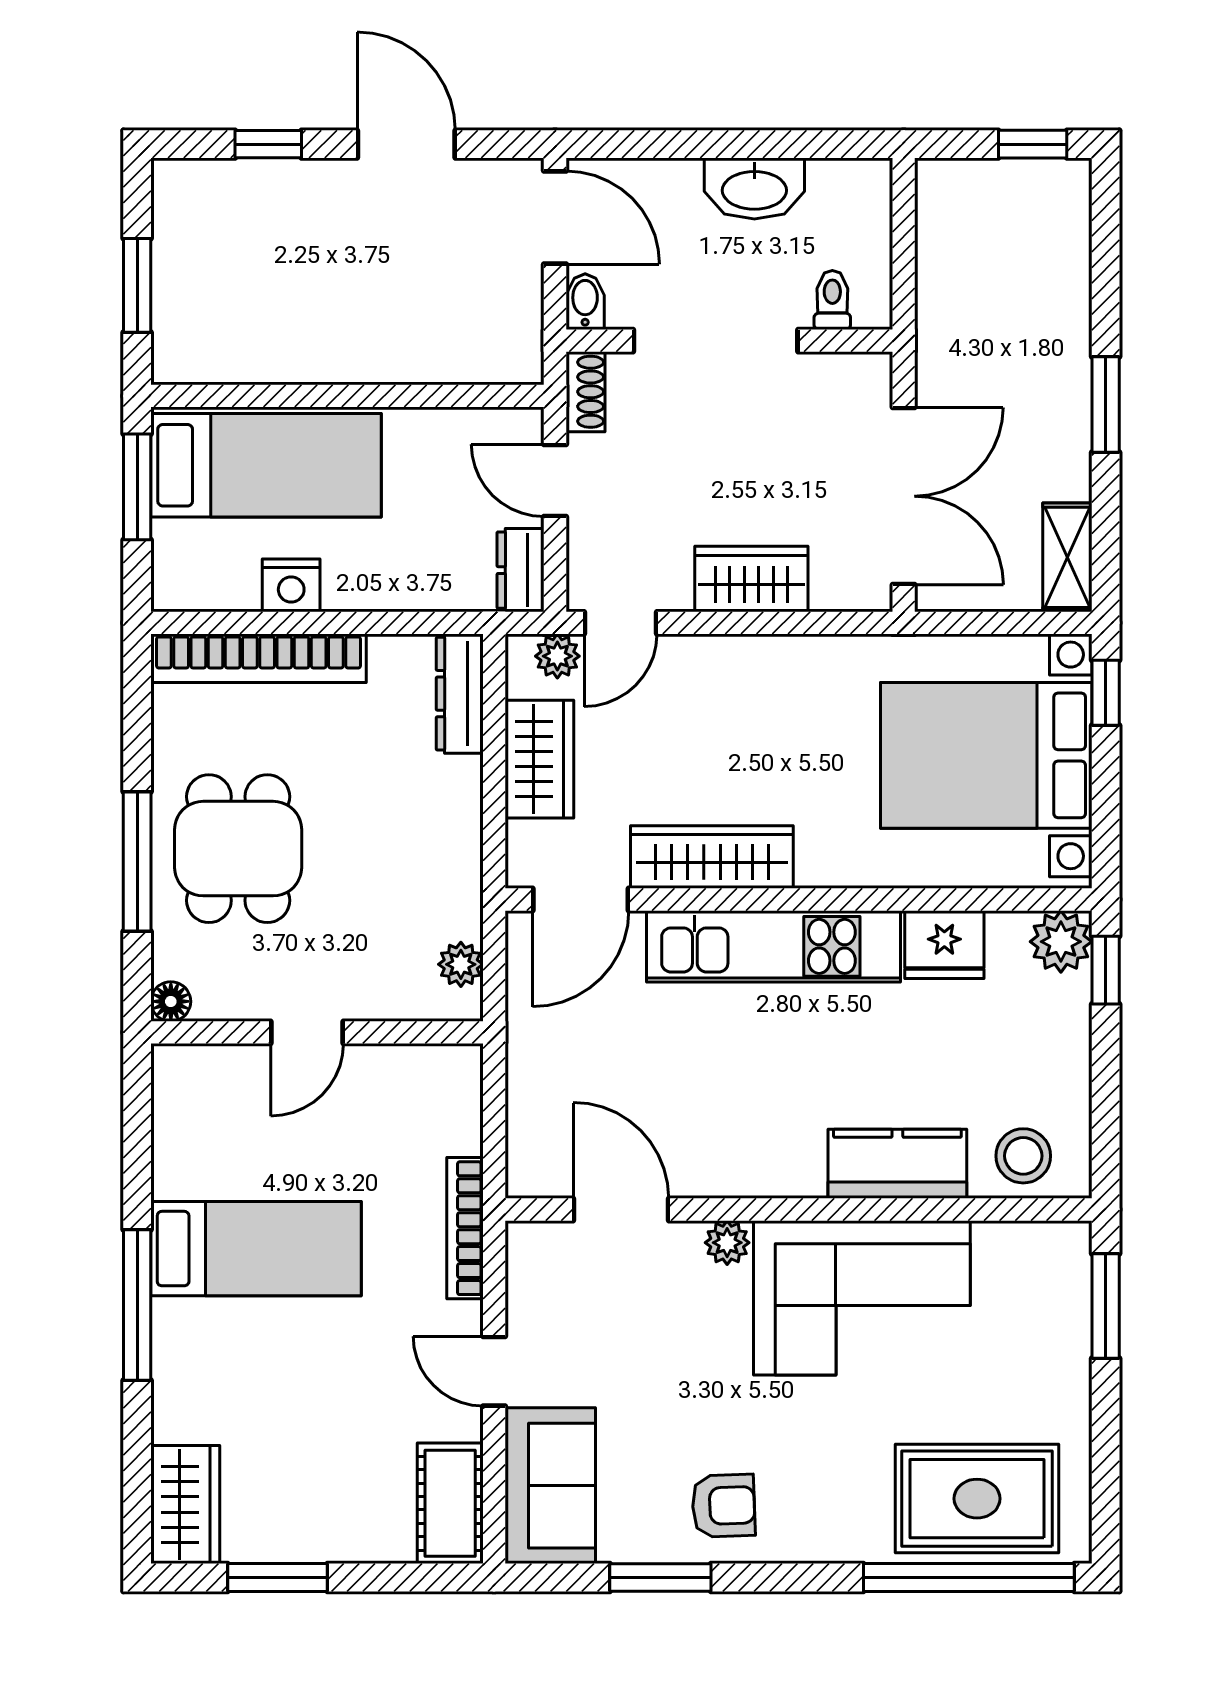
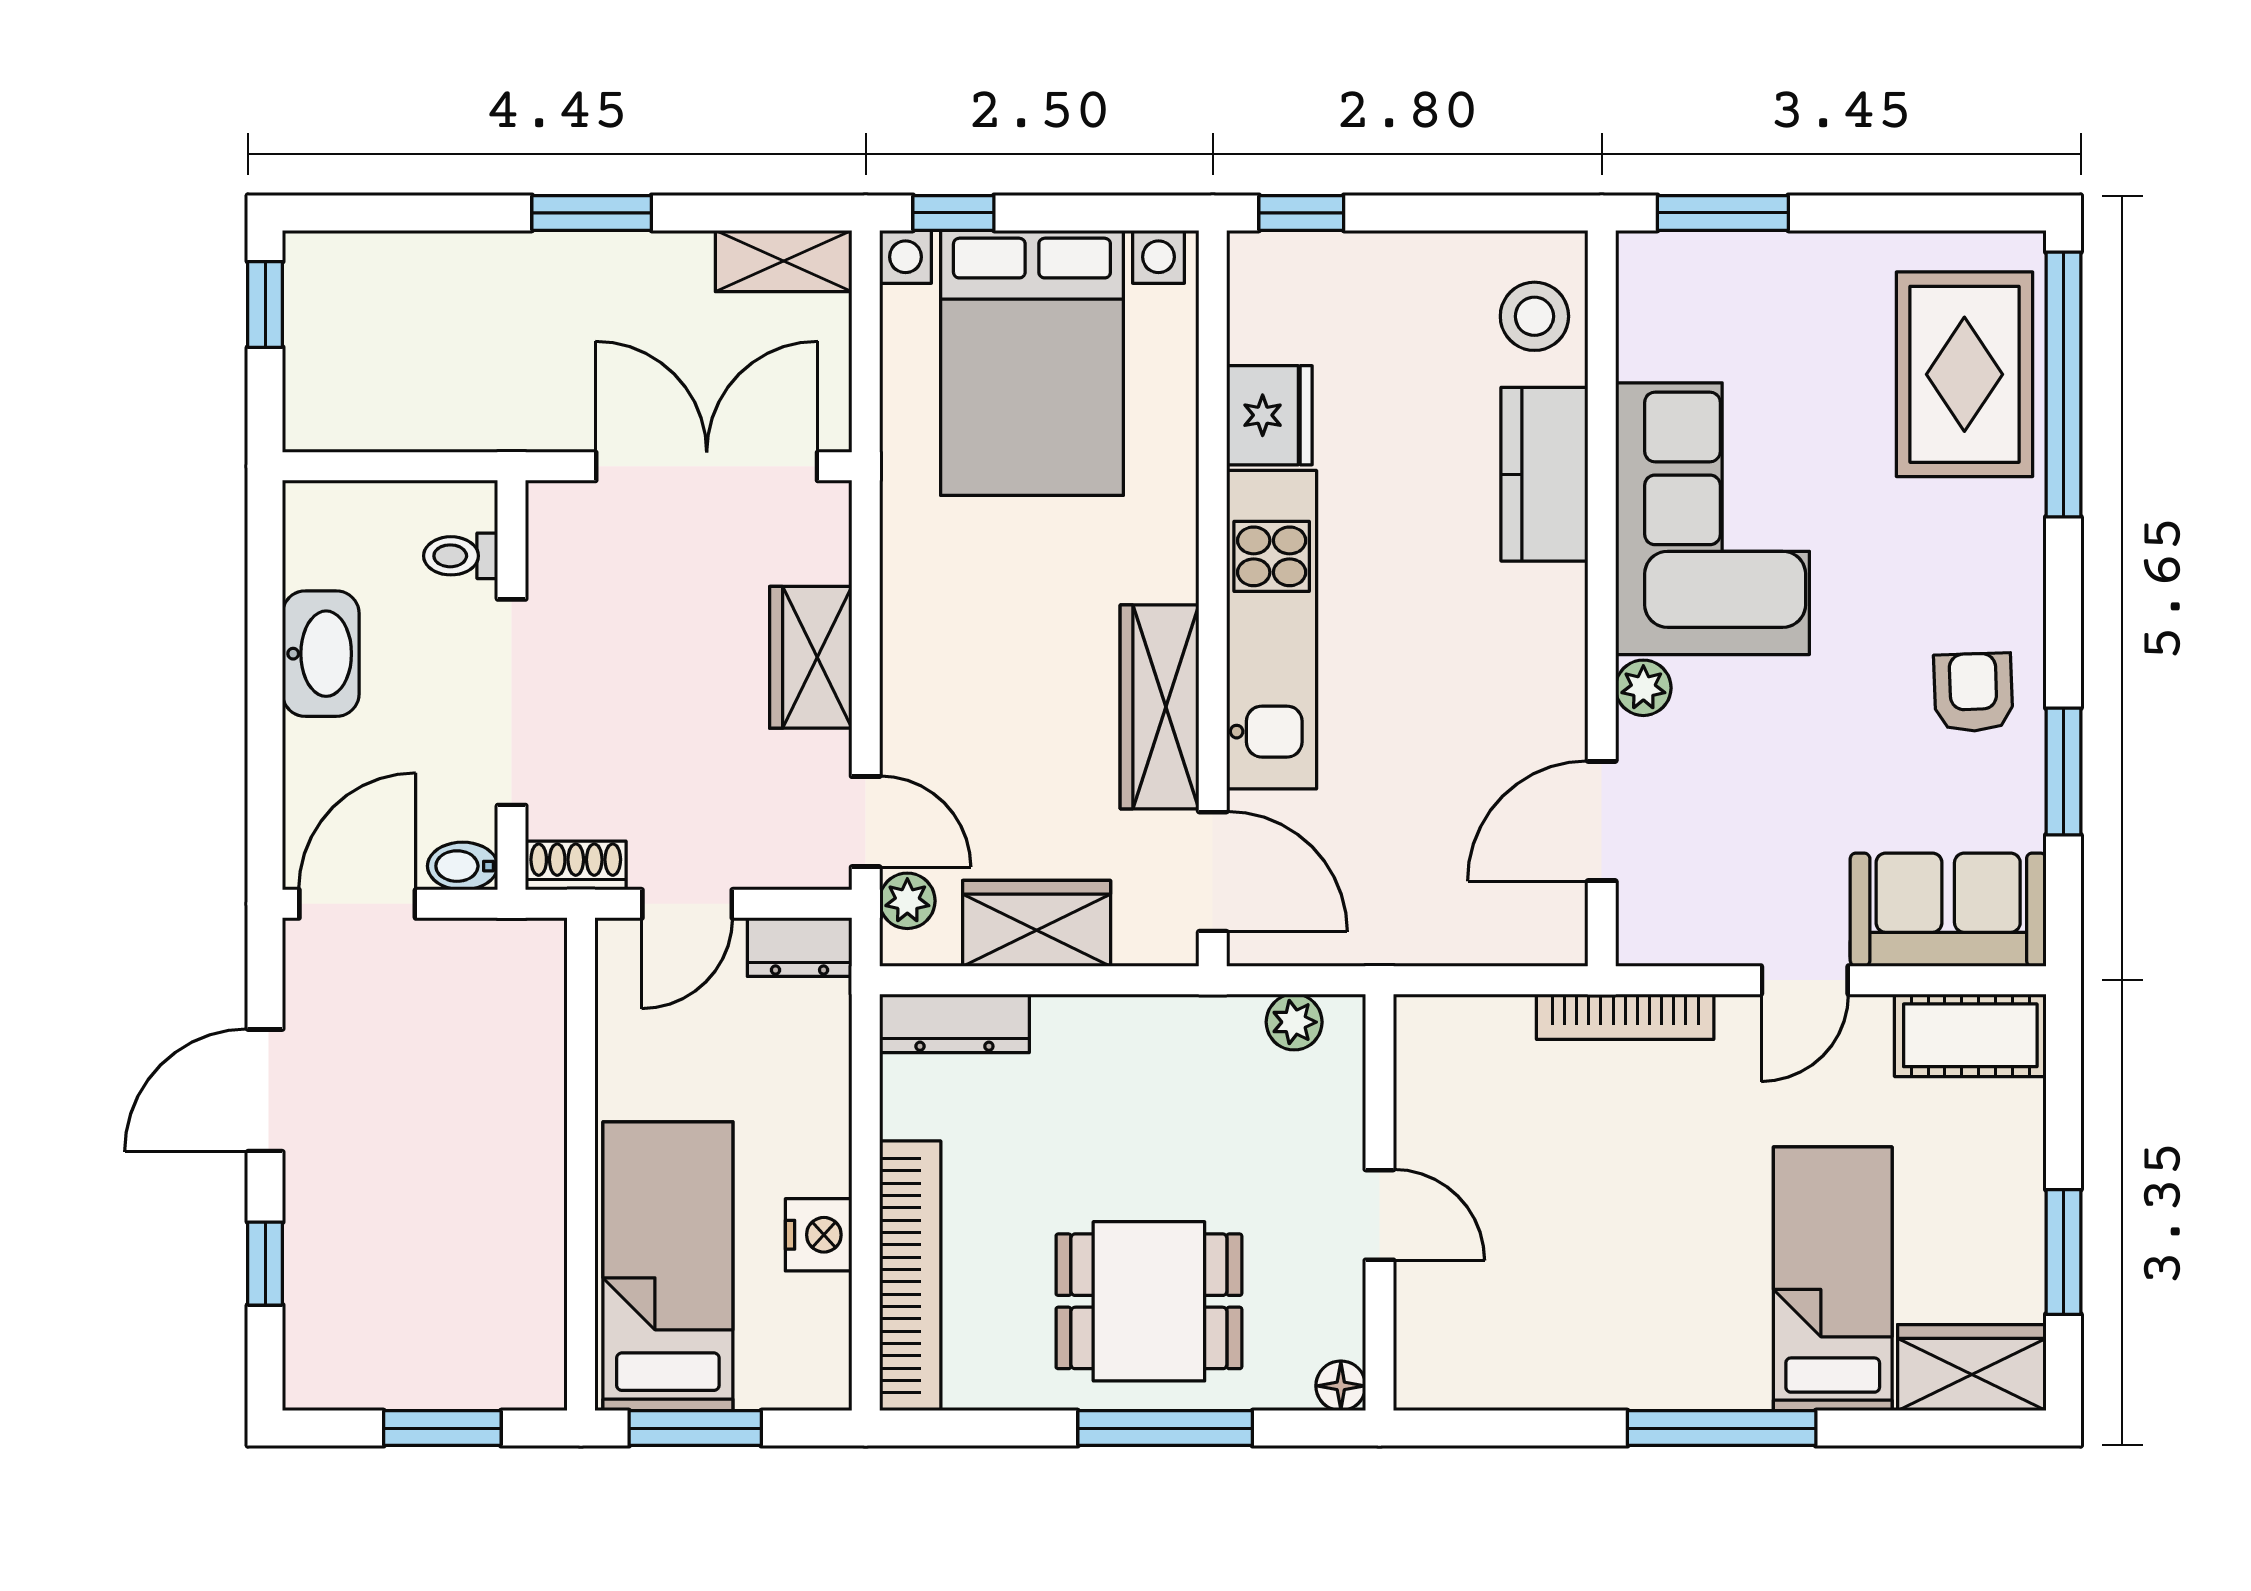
plant: (1061, 942) -> (1266, 269), removed
bed: (256, 1249) -> (1833, 1279), moved

